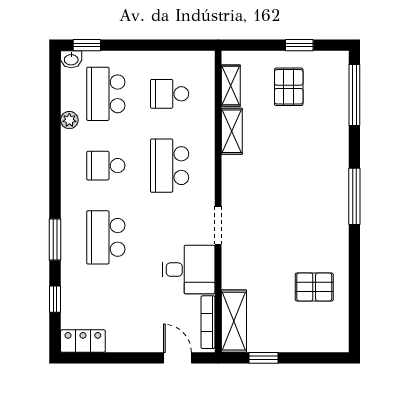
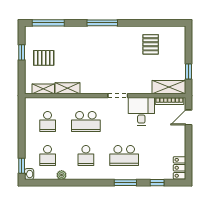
school desk: (106, 94) -> (48, 156), width x0.54

